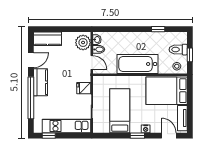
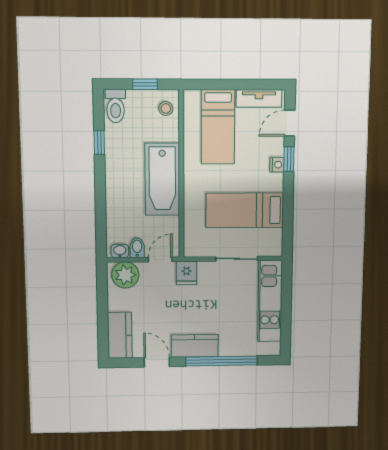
toilet: (178, 50) -> (116, 106), moved
fridge: (84, 88) -> (186, 273), moved
bed: (167, 91) -> (218, 127), width x0.67
window: (49, 136) -> (286, 331), removed
window: (137, 136) -> (289, 159), moved

